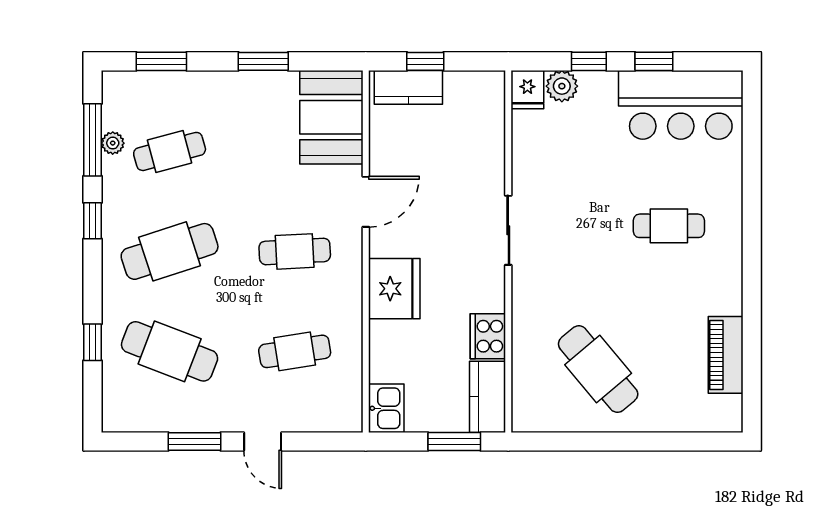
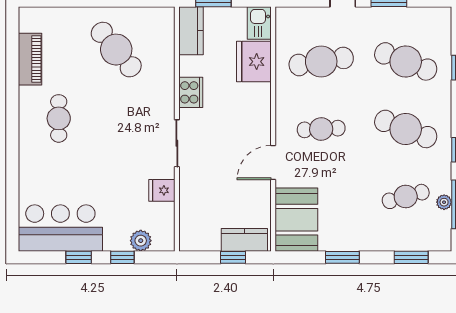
fridge: (527, 90) -> (162, 190), moved, turned -90
cafe table: (669, 226) -> (59, 118), moved, turned 90
cafe table: (170, 251) -> (406, 129), turned 39
fridge: (394, 289) -> (254, 62), moved
cooker: (488, 336) -> (191, 92), moved
cafe table: (295, 351) -> (321, 61), width x1.37, depth x1.35

